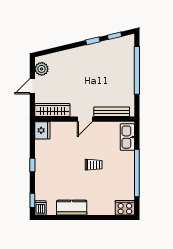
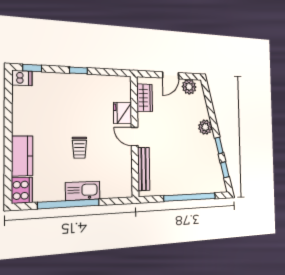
plant: (77, 54) -> (205, 127), added
door: (32, 86) -> (171, 75), swing flipped
wardrobe: (52, 110) -> (145, 98), width x0.67
fridge: (42, 130) -> (123, 113), moved, turned 90
kitchen sink: (127, 137) -> (83, 191), moved
kitchen counter: (72, 208) -> (22, 156), moved

